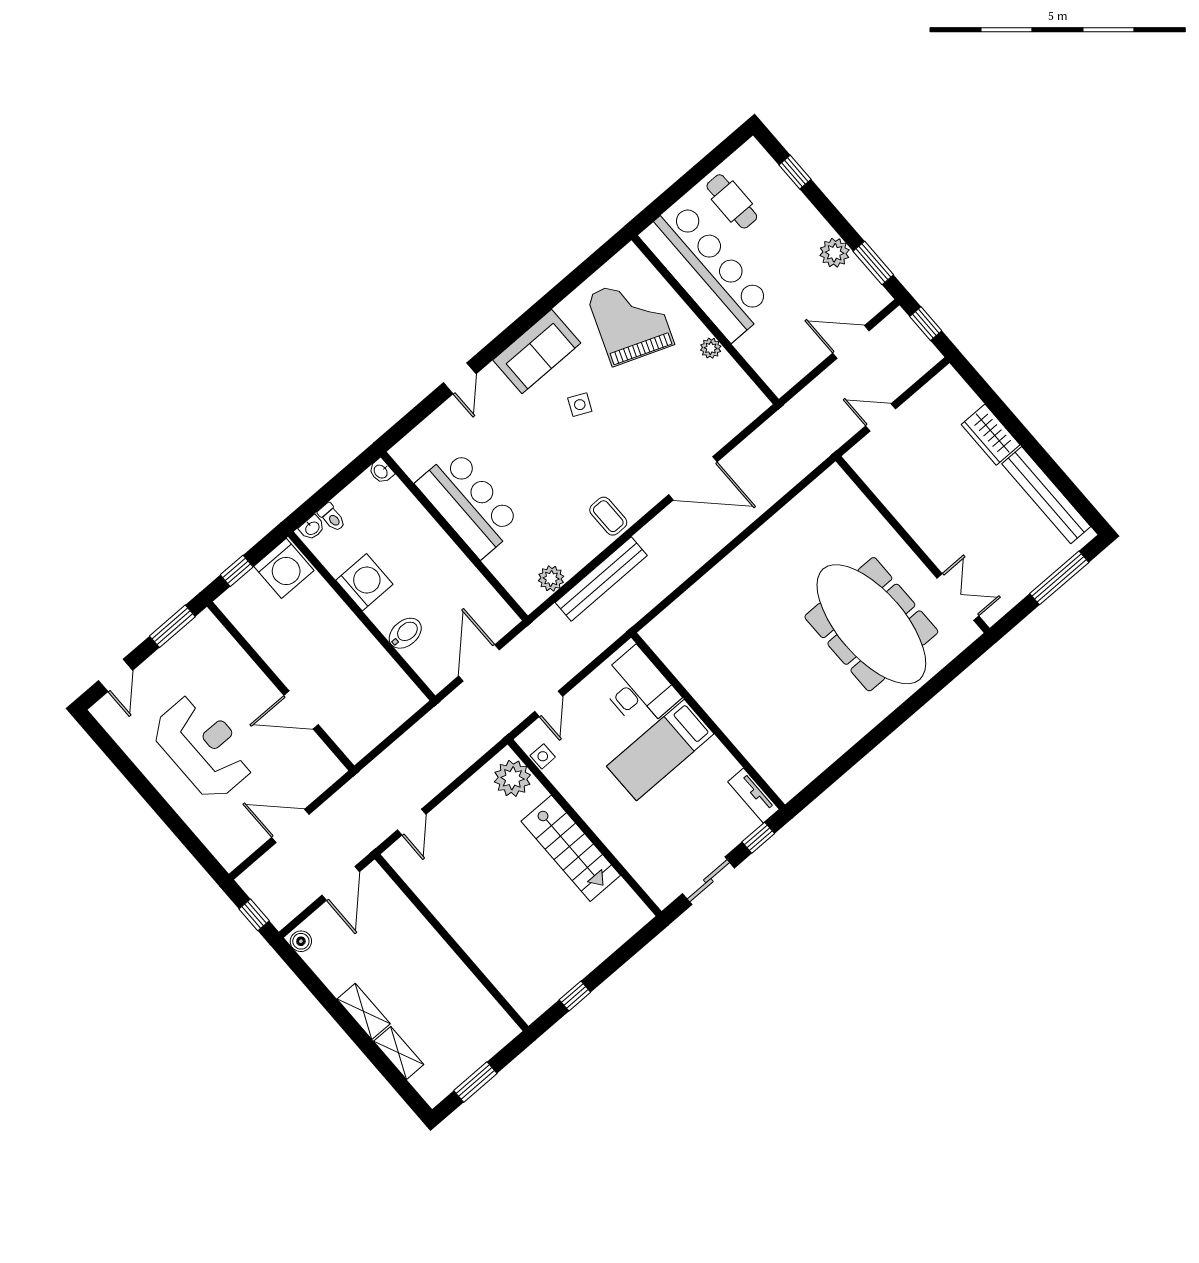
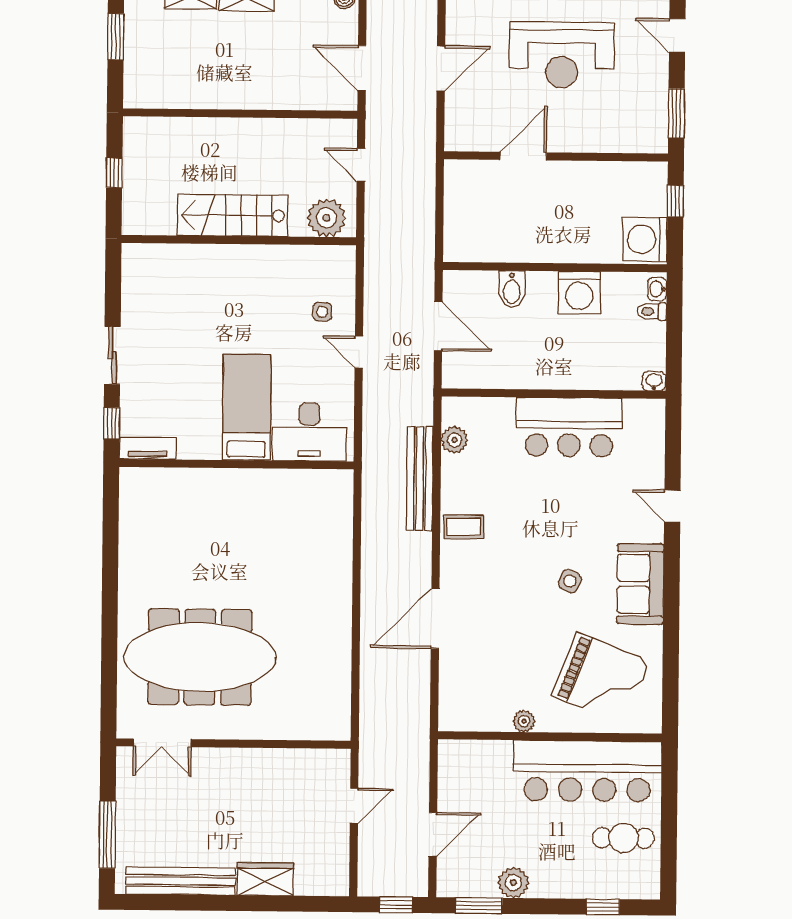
plant: (512, 778) -> (326, 218), moved
wall: (585, 828) -> (239, 240), moved
stairs: (571, 848) -> (232, 215), moved

